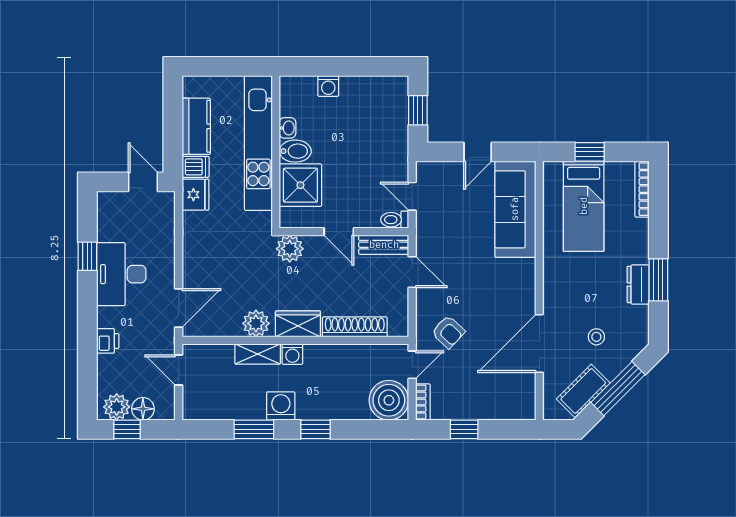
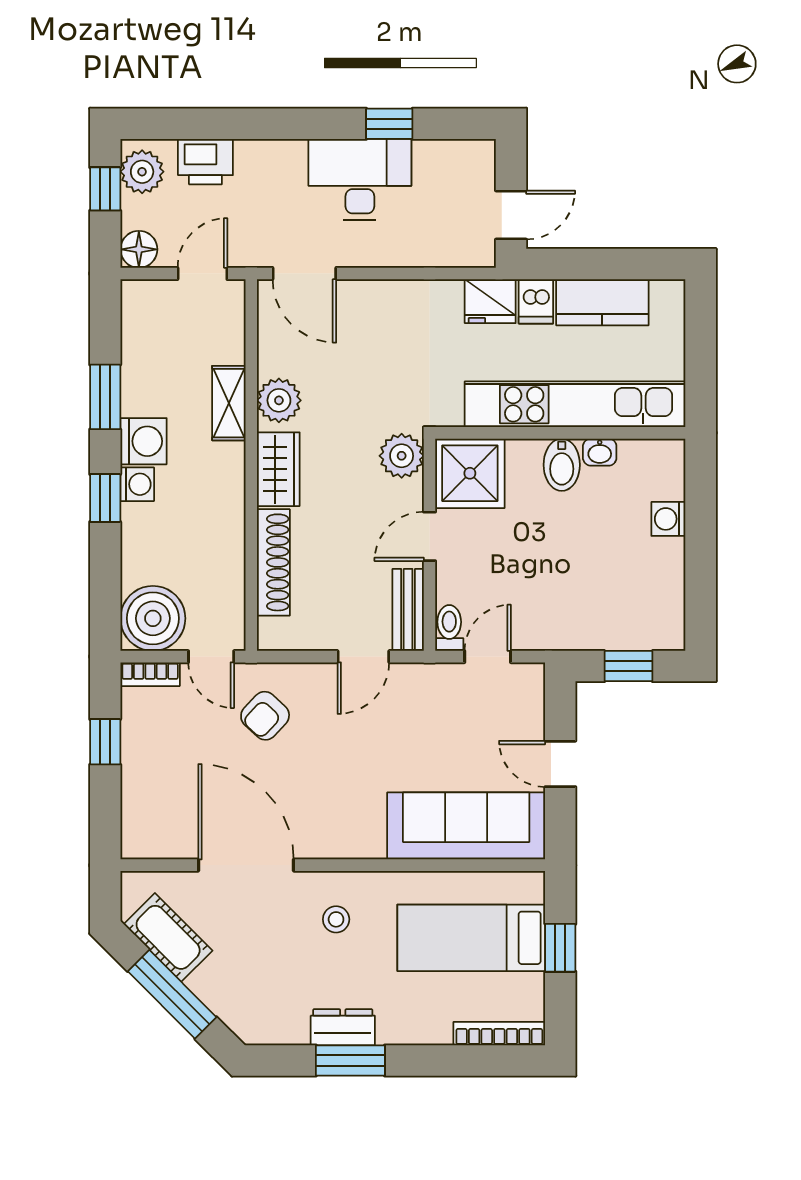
shower: (300, 185) -> (470, 473), moved
stool: (596, 337) -> (336, 919), moved
printer: (108, 341) -> (205, 162), moved, width x1.36, depth x1.24
washing machine: (292, 354) -> (137, 484), moved, turned 180
floor lamp: (143, 409) -> (139, 249), moved

